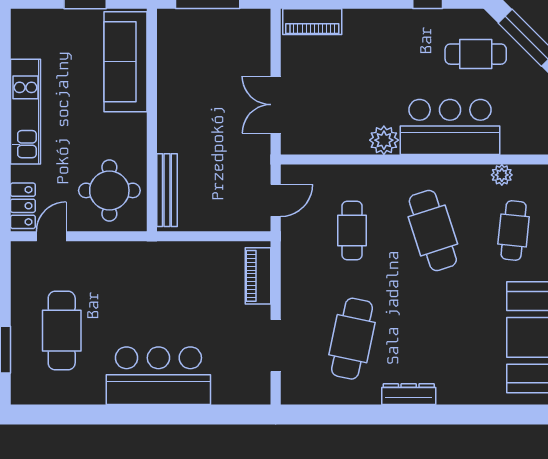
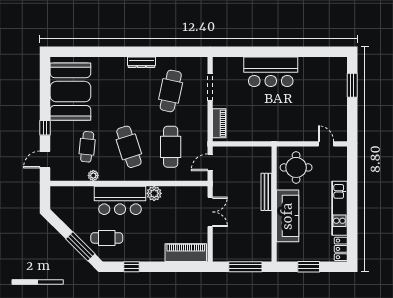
piano: (312, 22) -> (186, 253), width x1.37, depth x1.33
sofa: (126, 62) -> (288, 216), moved
bench: (167, 190) -> (266, 192), moved
locker: (23, 206) -> (341, 249), moved
cafe table: (352, 230) -> (171, 147), width x1.37, depth x1.35
door: (51, 236) -> (326, 144), swing flipped
cafe table: (62, 331) -> (321, 95), removed

